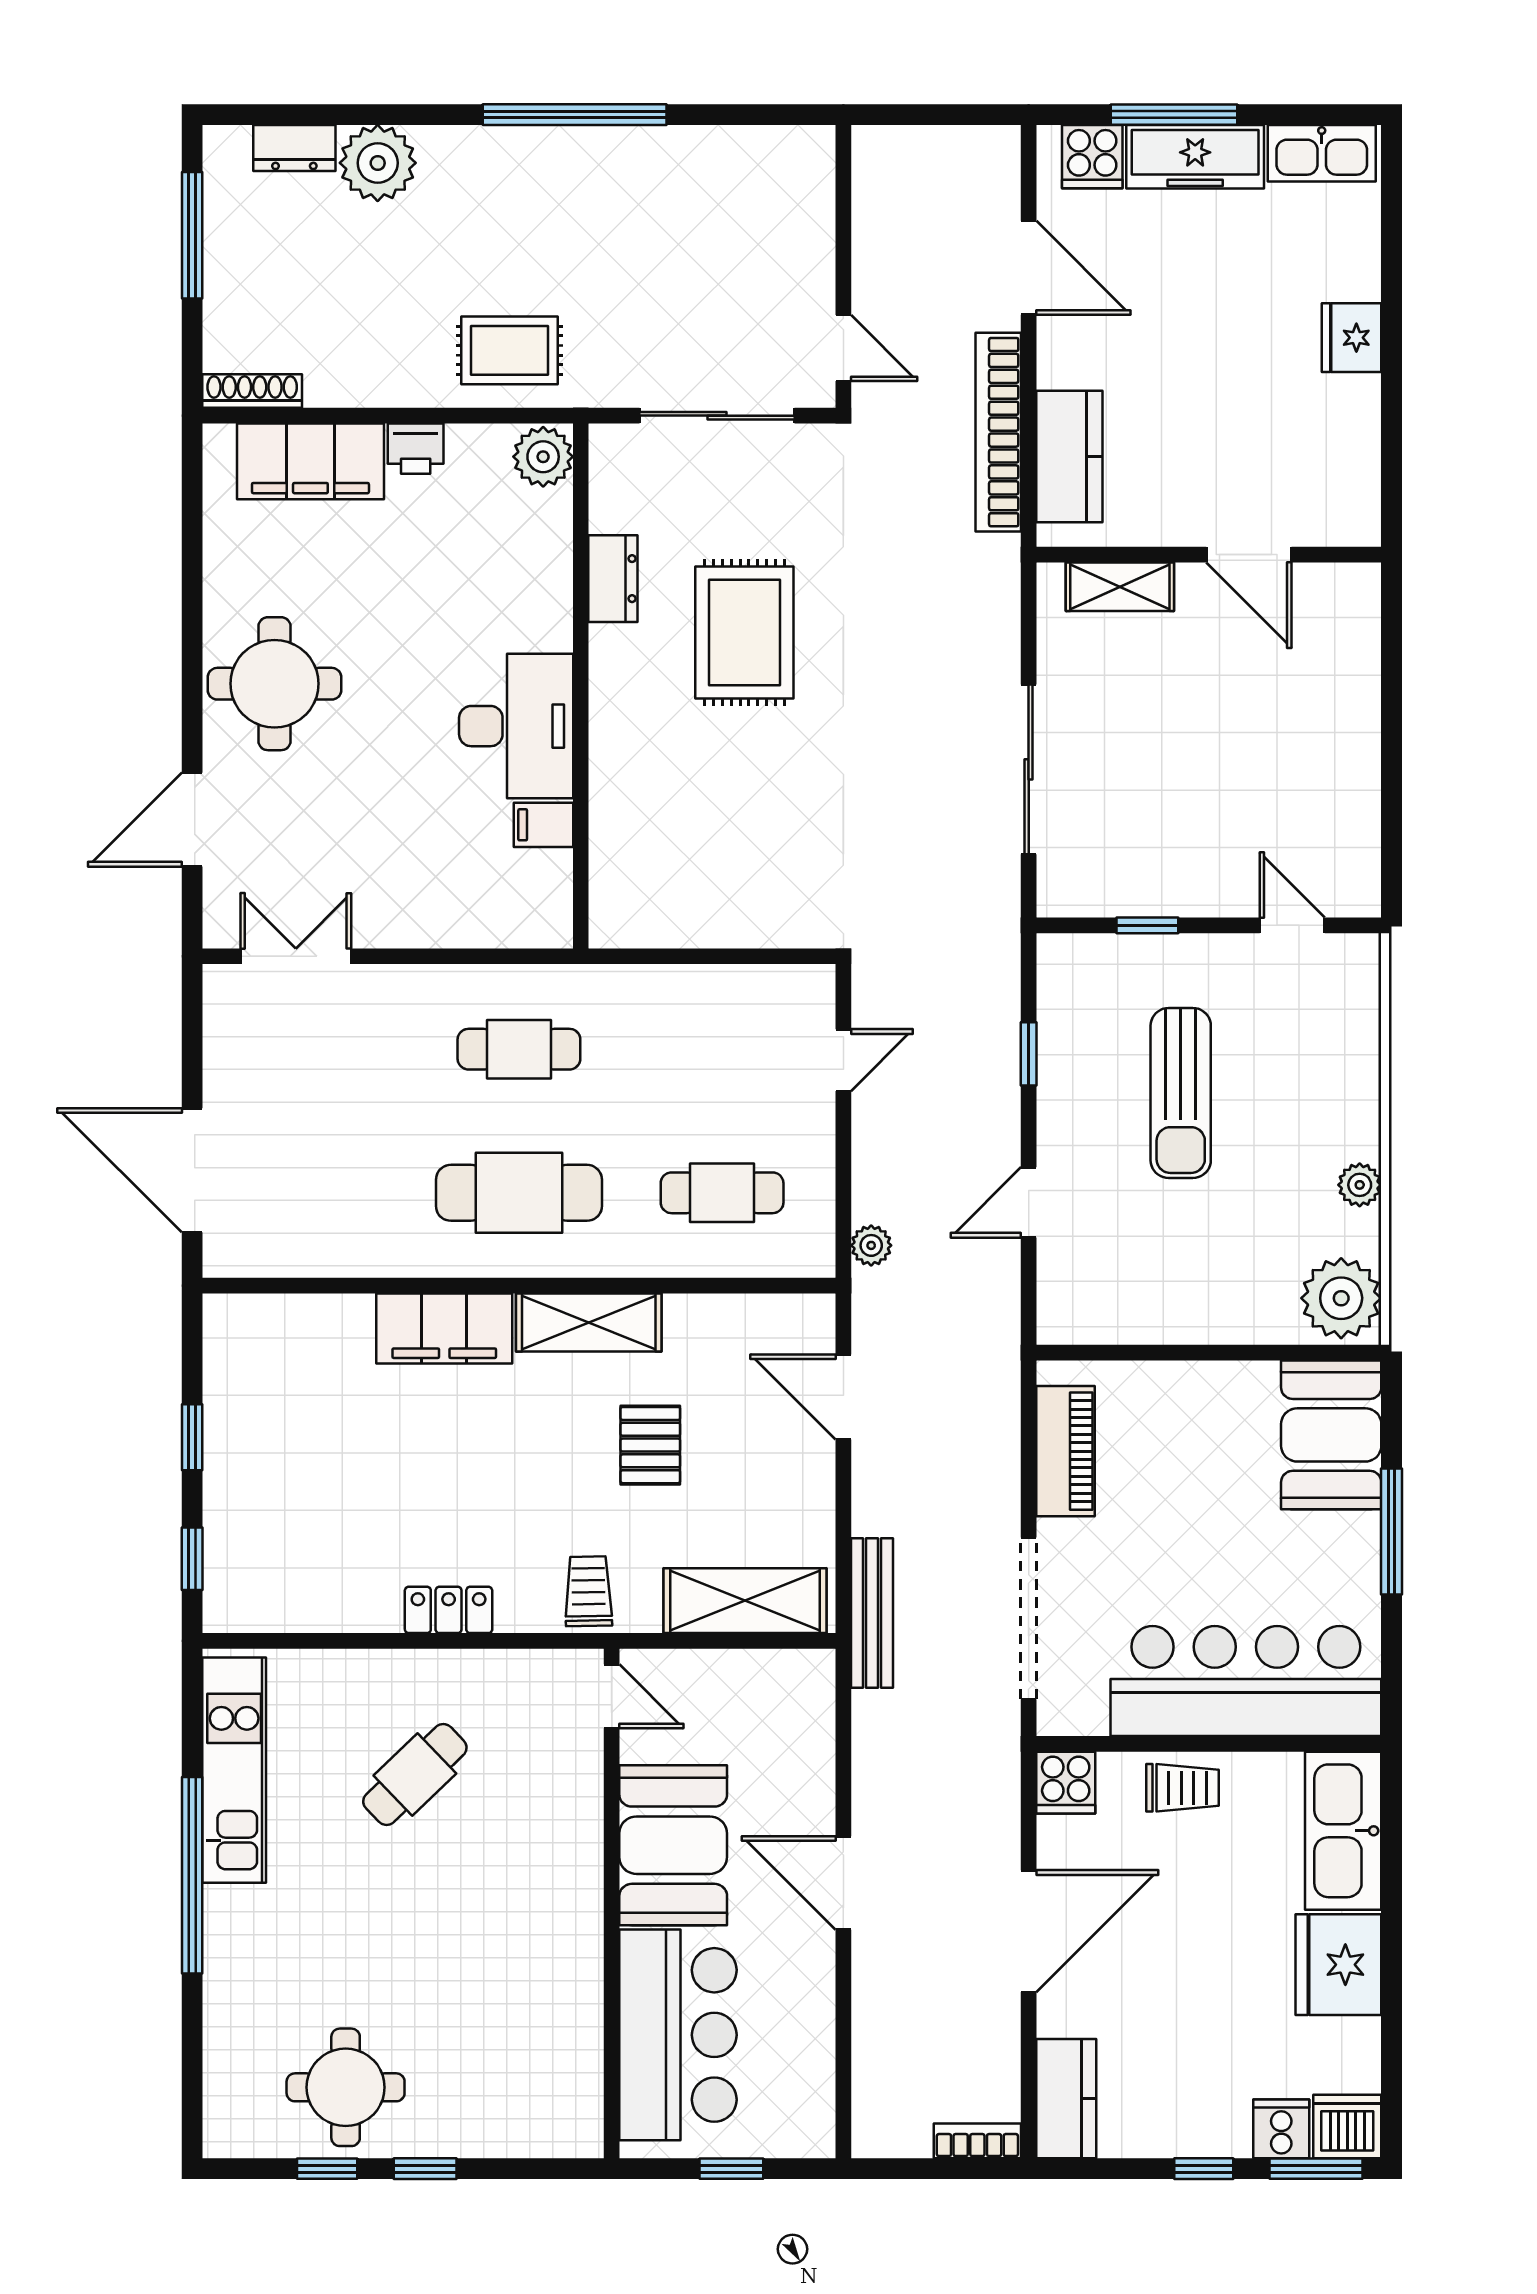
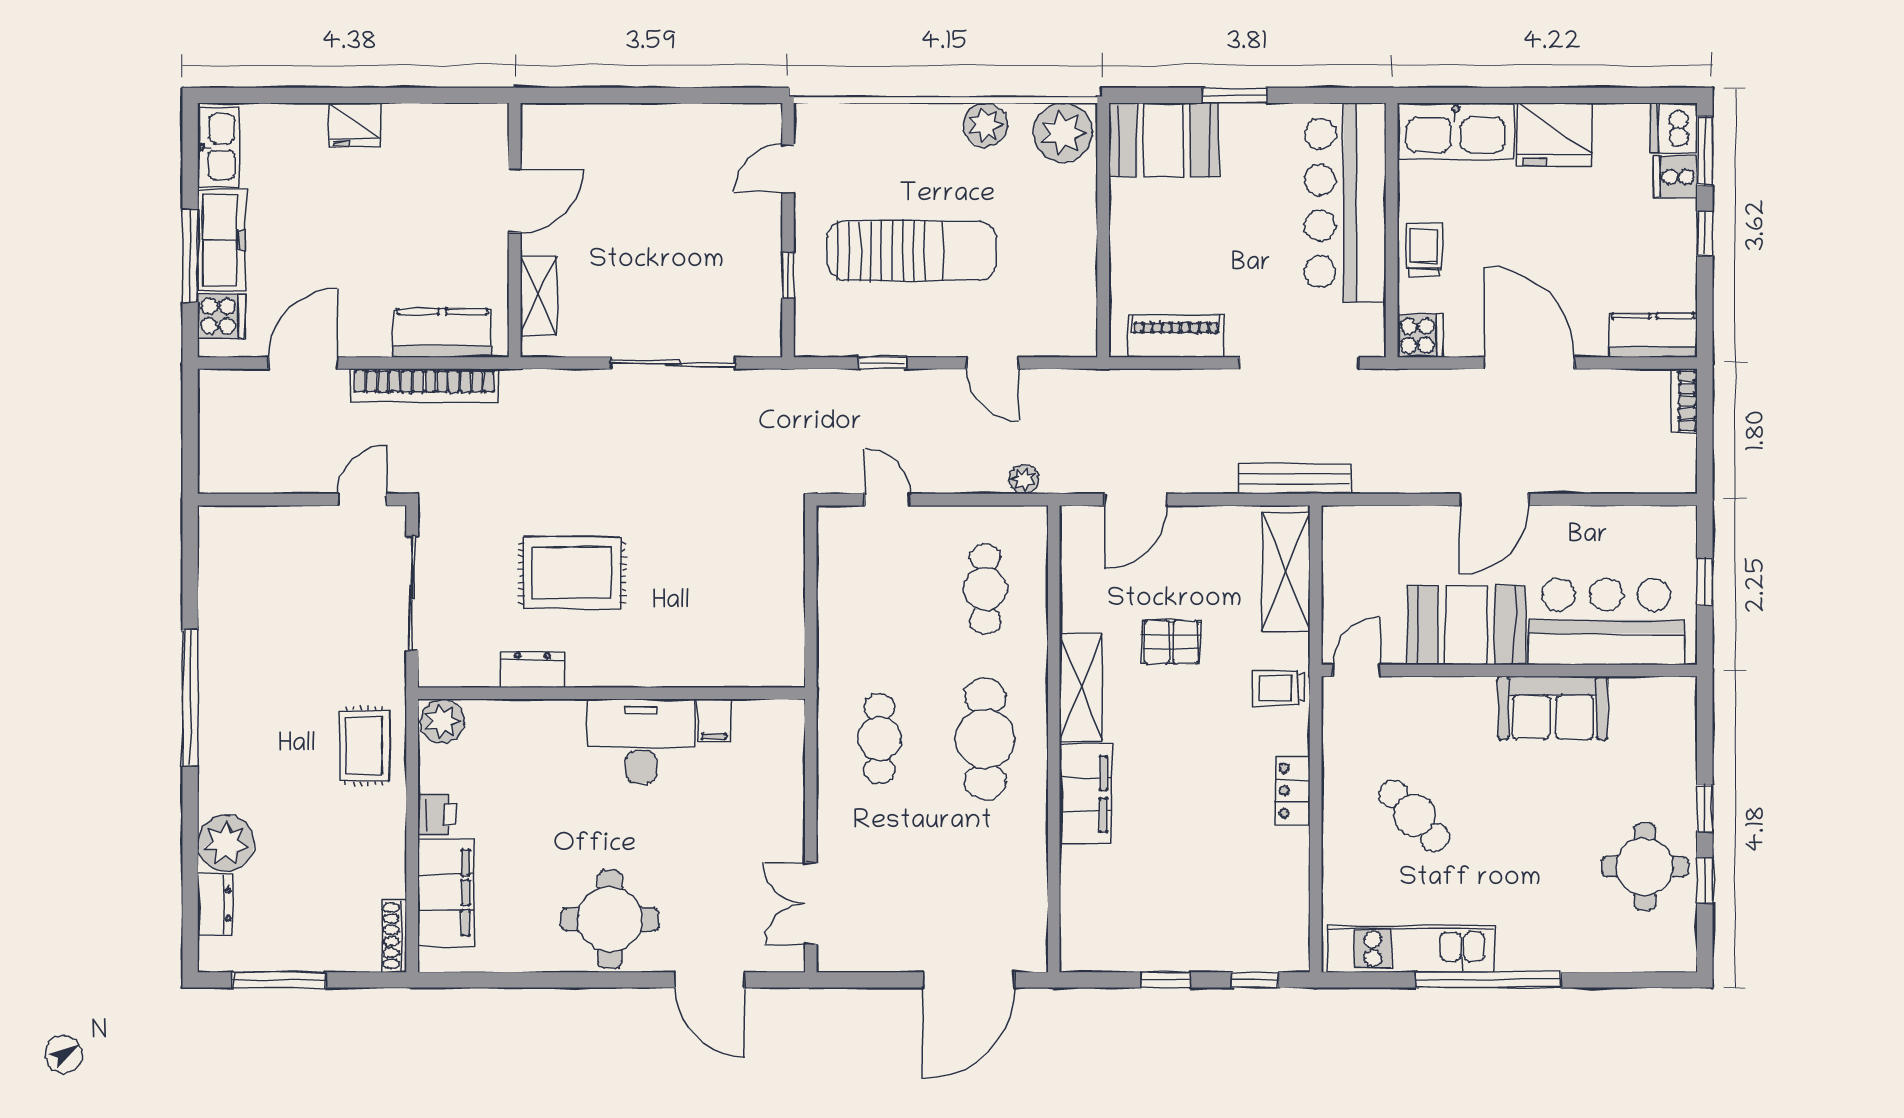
sun lounger: (1181, 1093) -> (912, 251), width x1.36, depth x1.34
plant: (1360, 1185) -> (985, 125), width x1.38, depth x1.38
window: (1392, 1531) -> (1235, 95), width x0.69
sofa: (561, 1963) -> (1553, 708), added

